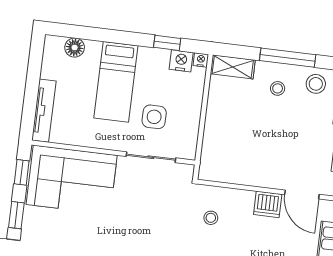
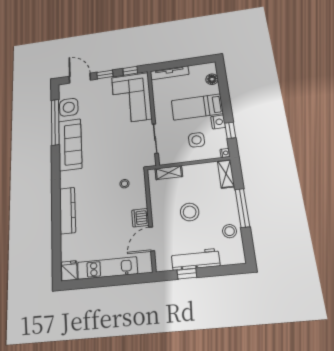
nightstand: (181, 61) -> (218, 122), moved
stool: (278, 88) -> (190, 212), moved, width x1.89, depth x1.89
side table: (154, 117) -> (197, 140), moved
shelving: (210, 149) -> (169, 173), added

